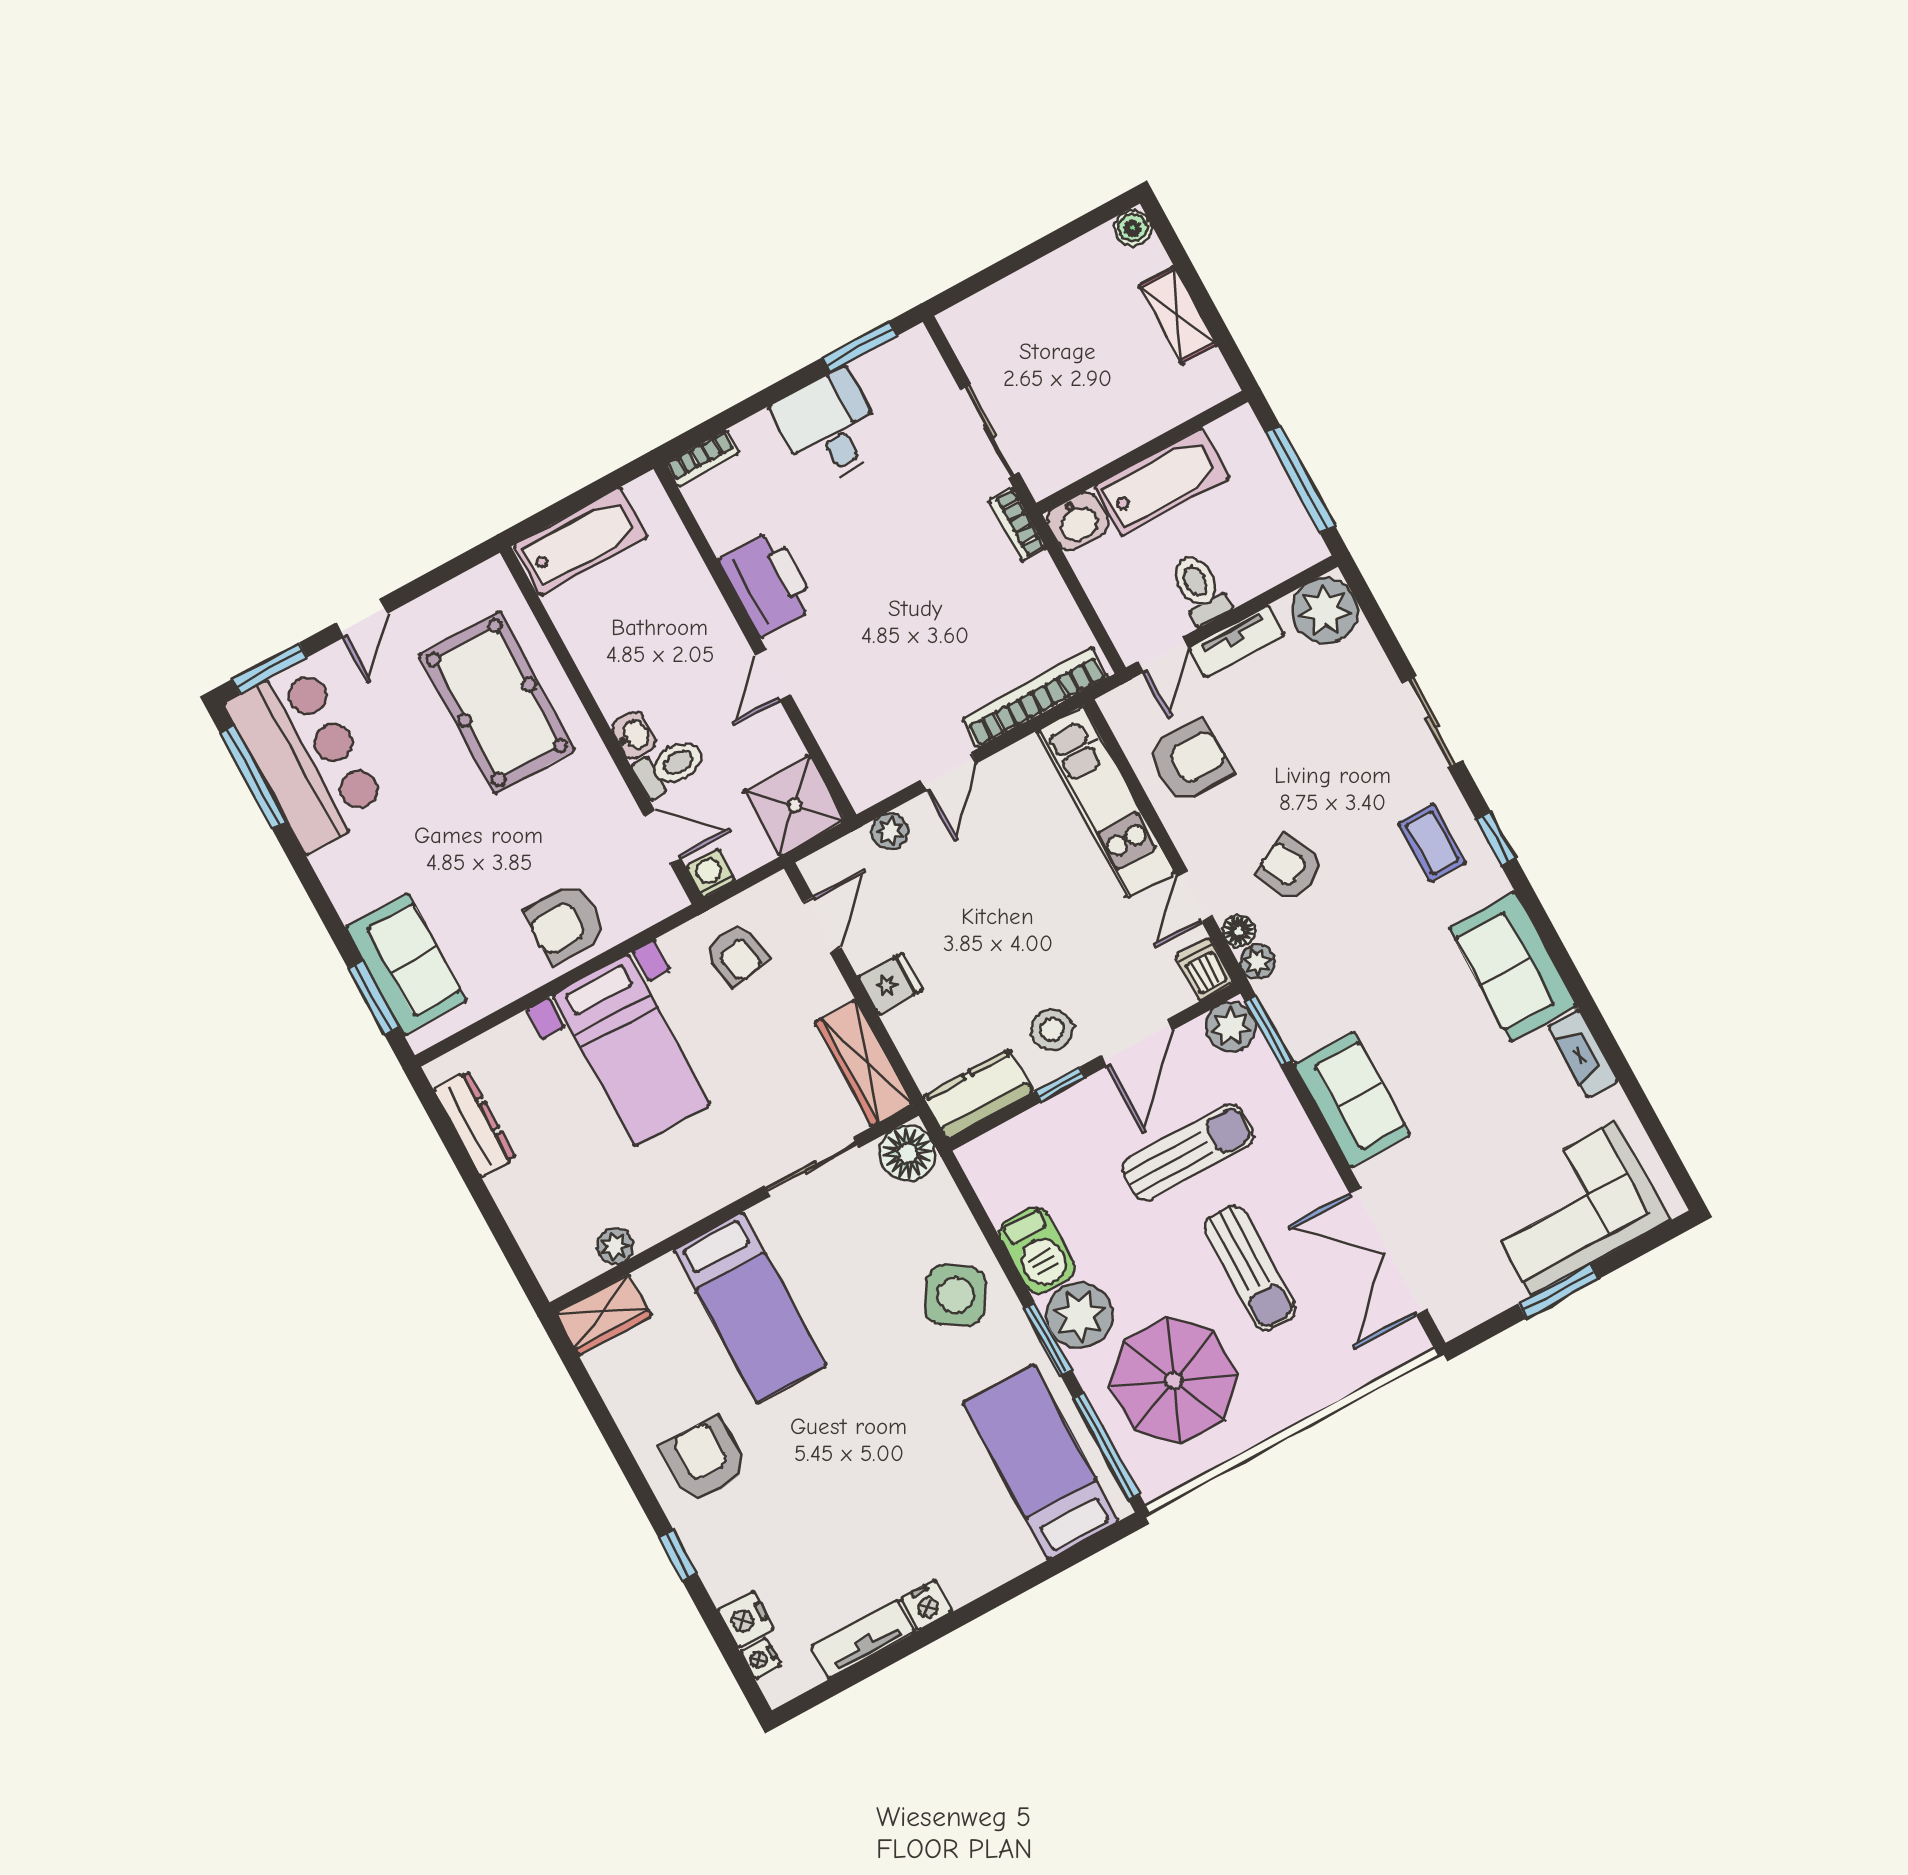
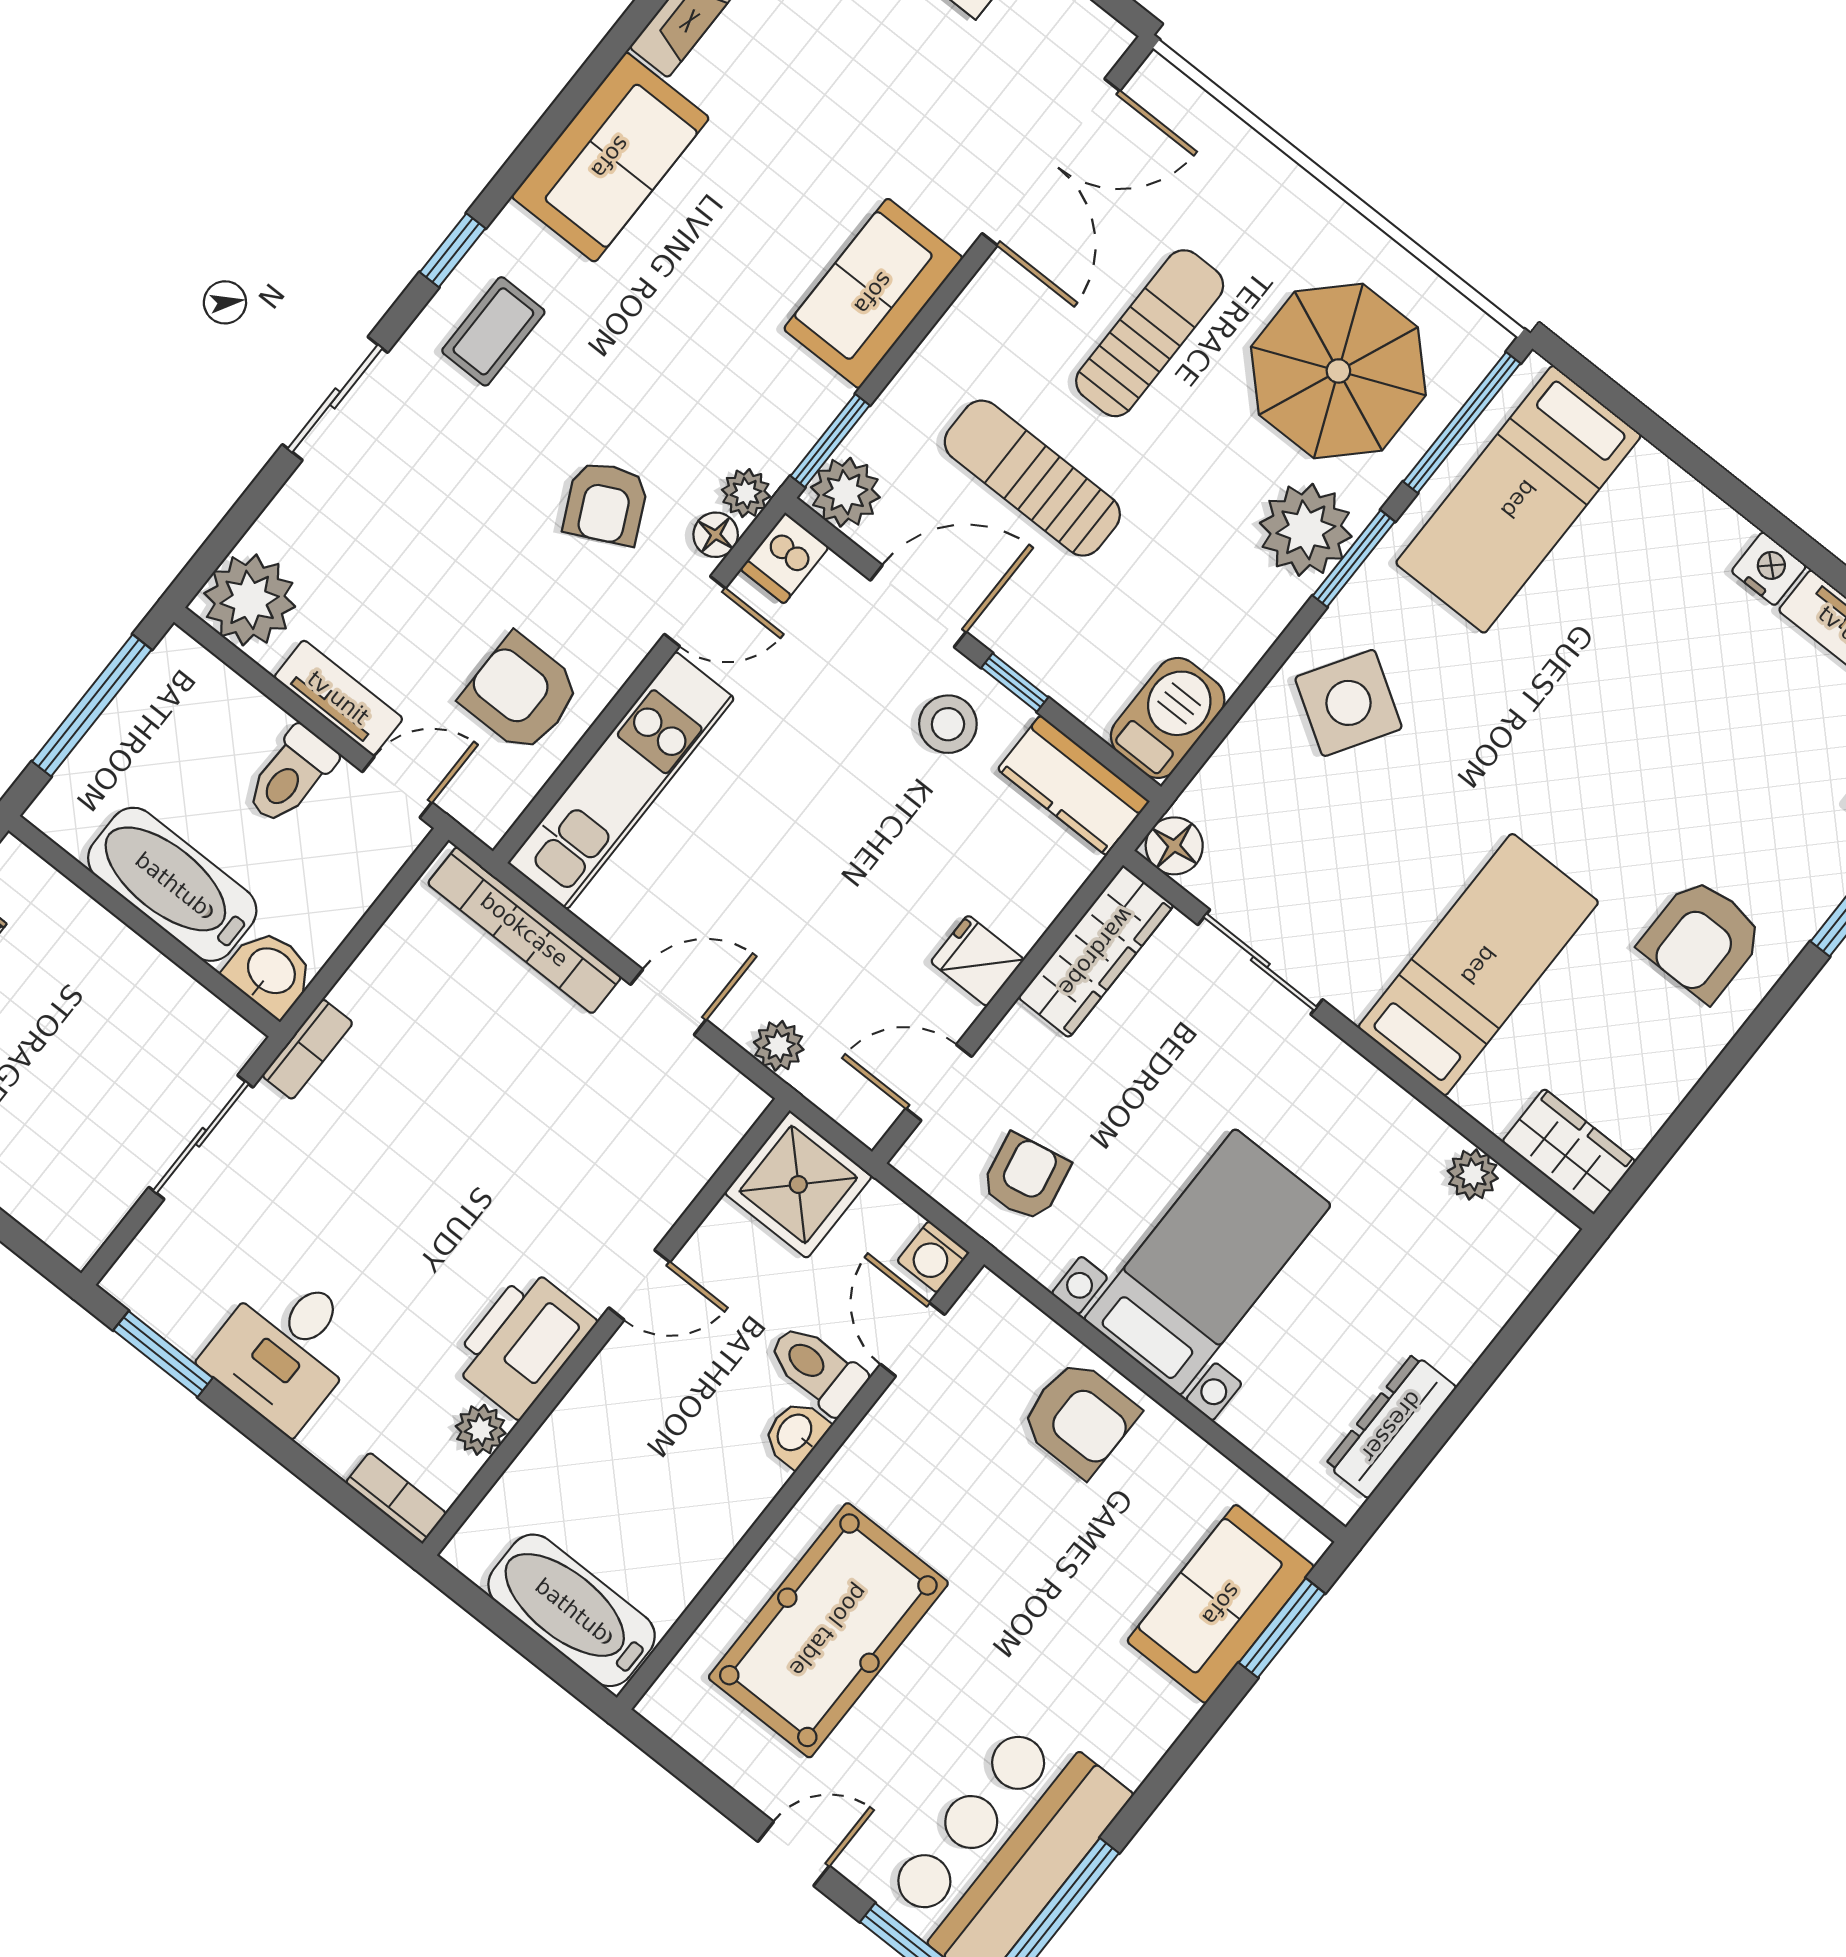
plant: (723, 532) -> (481, 1430), added
floor lamp: (908, 1153) -> (1174, 846), width x0.73, depth x0.73
barbecue: (1037, 1250) -> (1168, 718), moved

